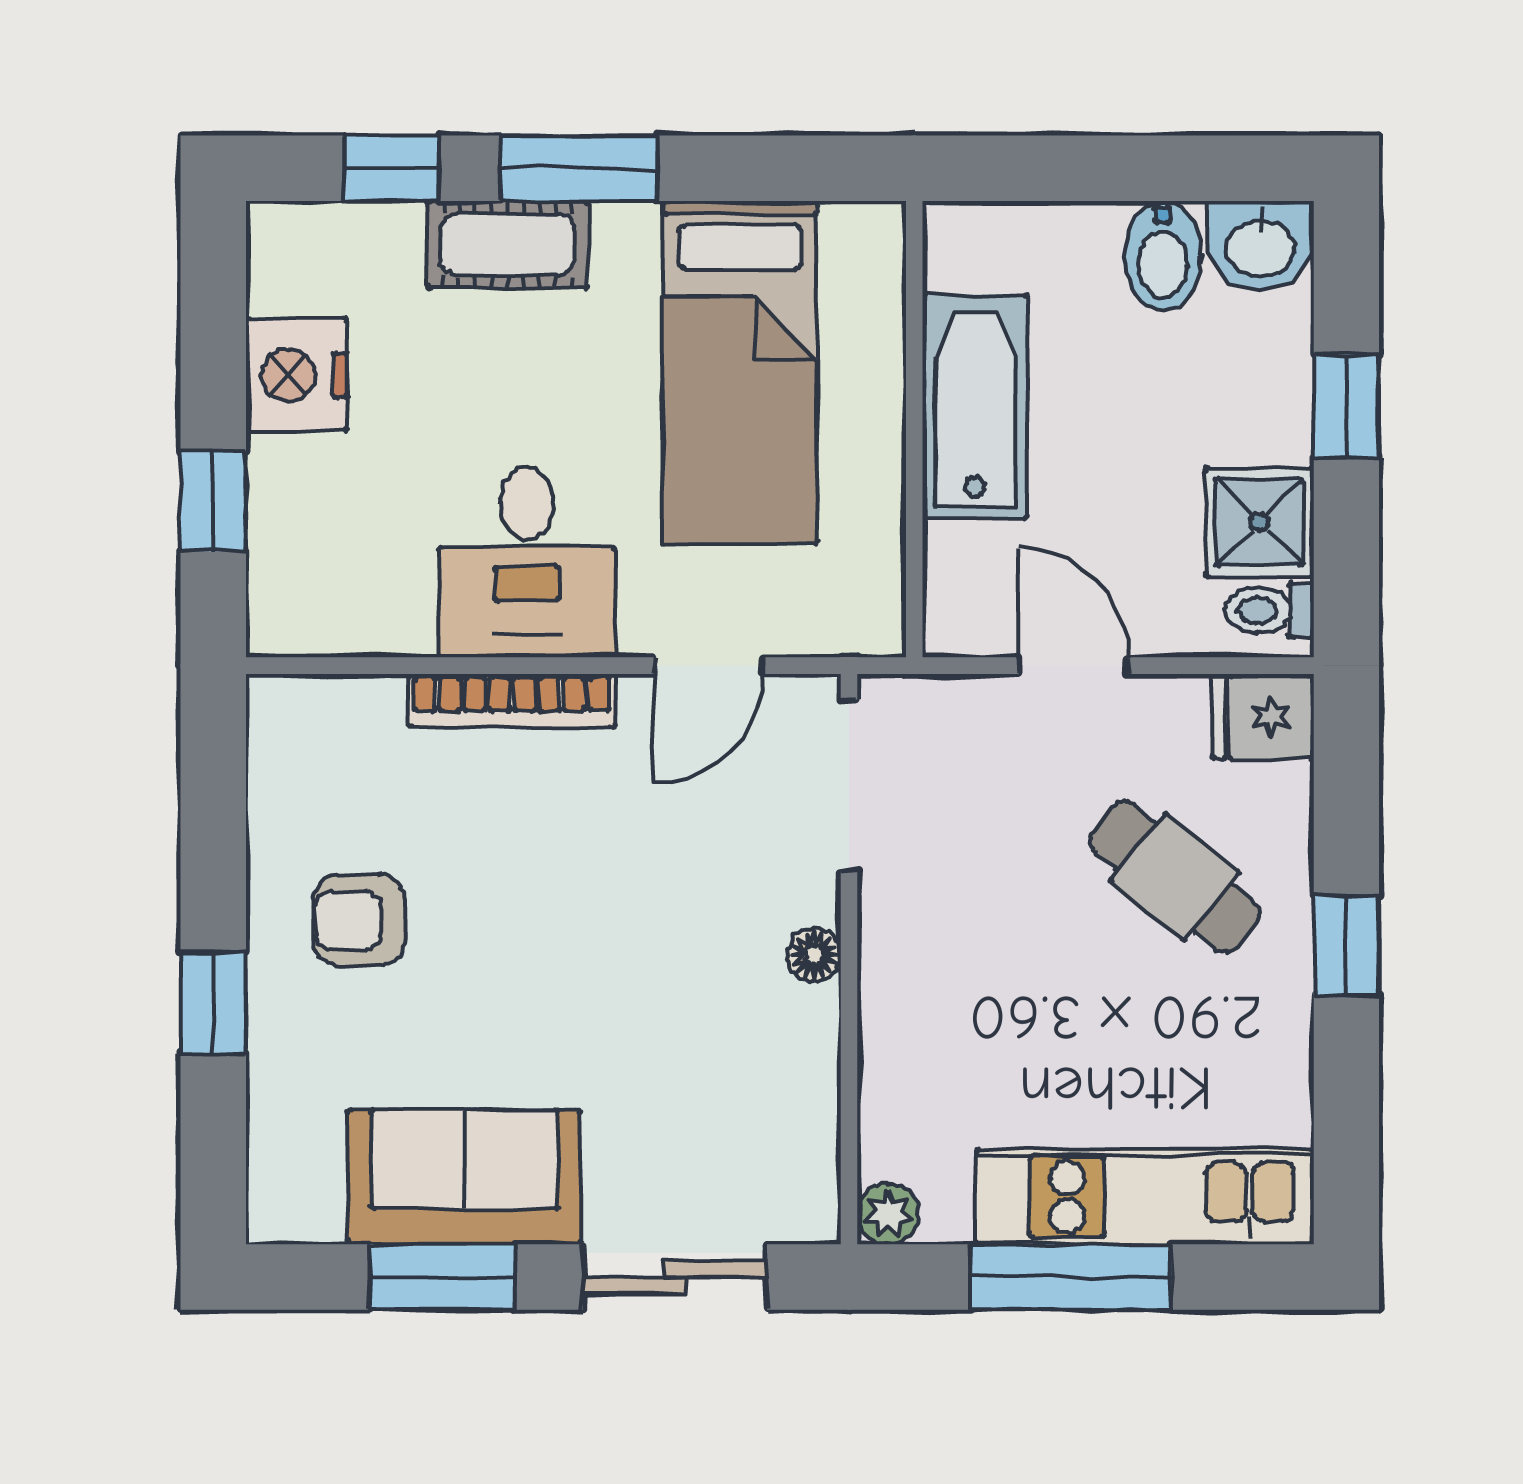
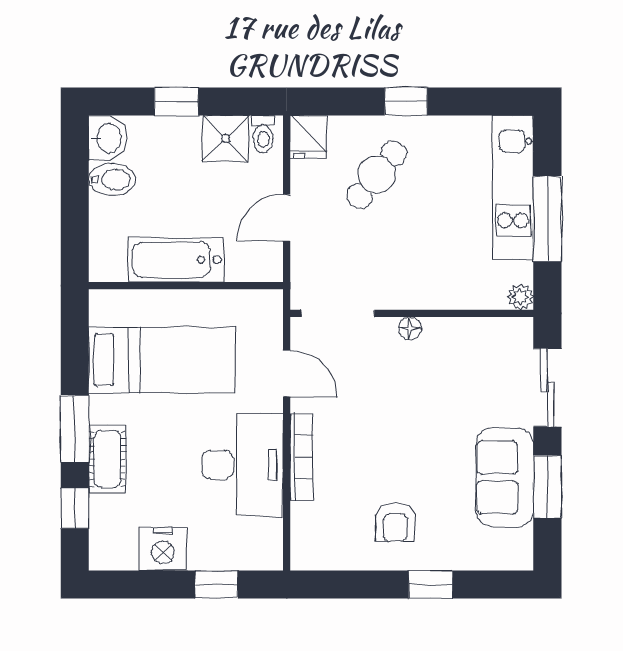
desk: (527, 562) -> (243, 465), width x1.37

